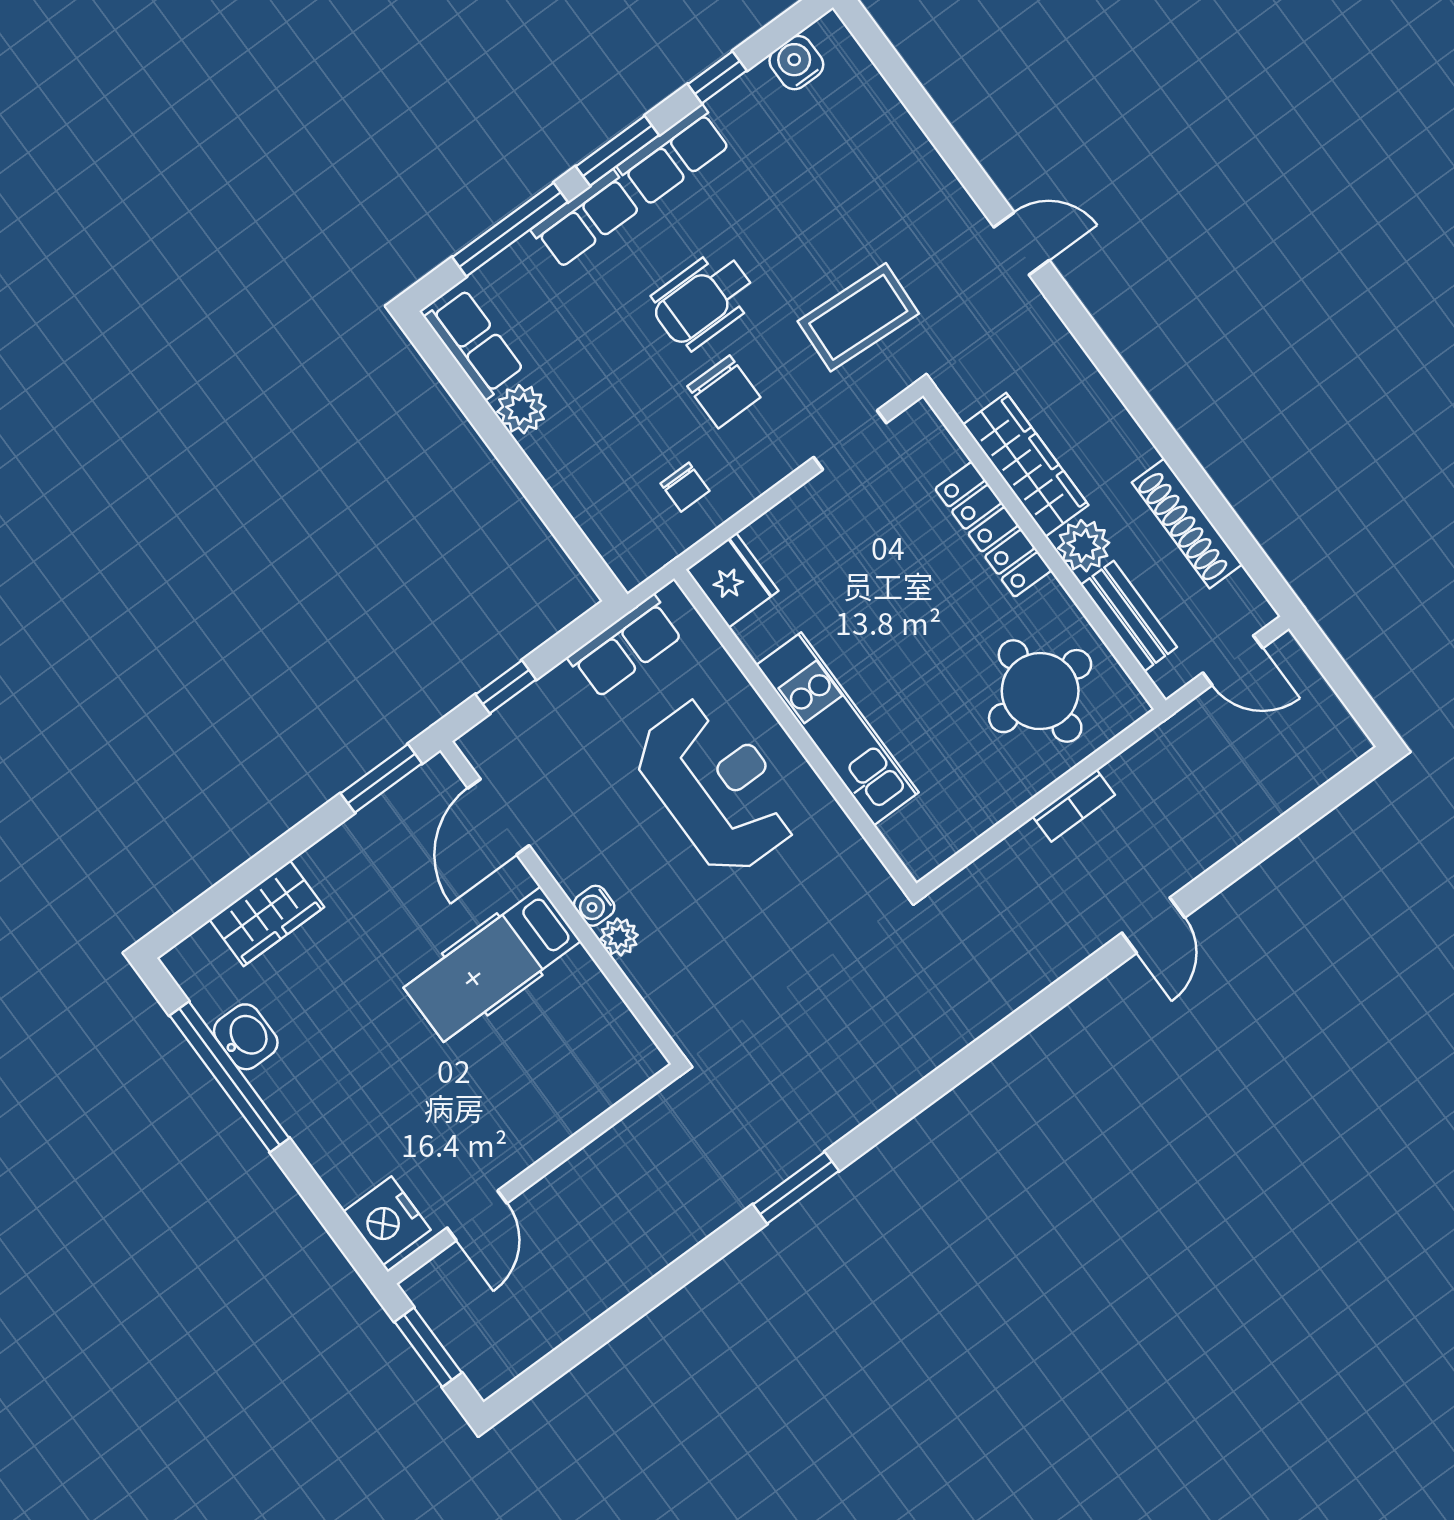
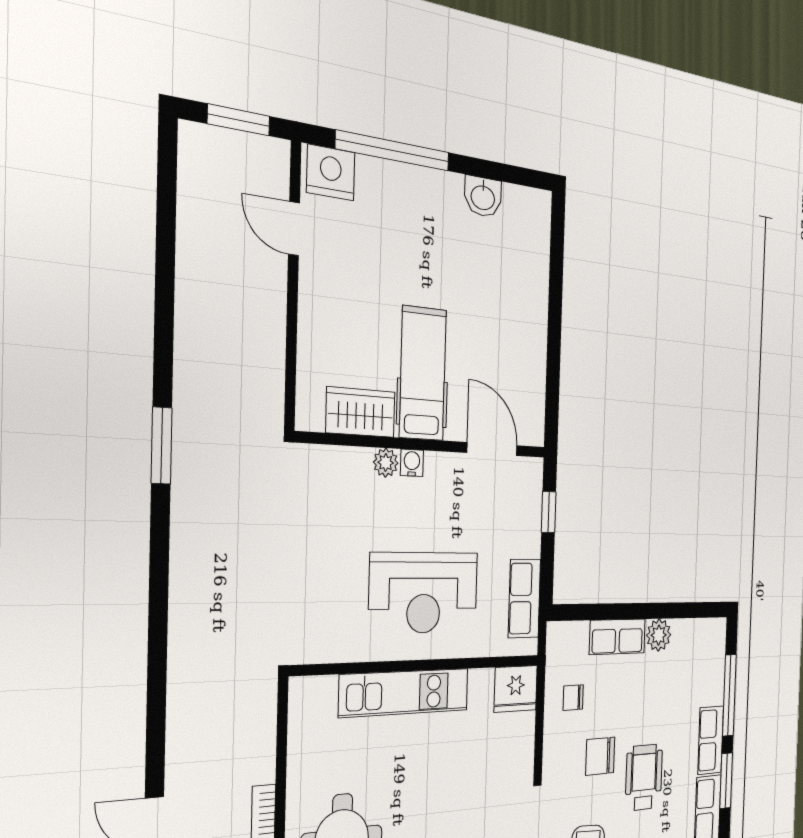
row of seats: (474, 344) -> (617, 637), moved
window: (381, 778) -> (552, 401), removed
wardrobe: (267, 913) -> (361, 412), moved, turned 90
window: (229, 1077) -> (393, 151), moved

